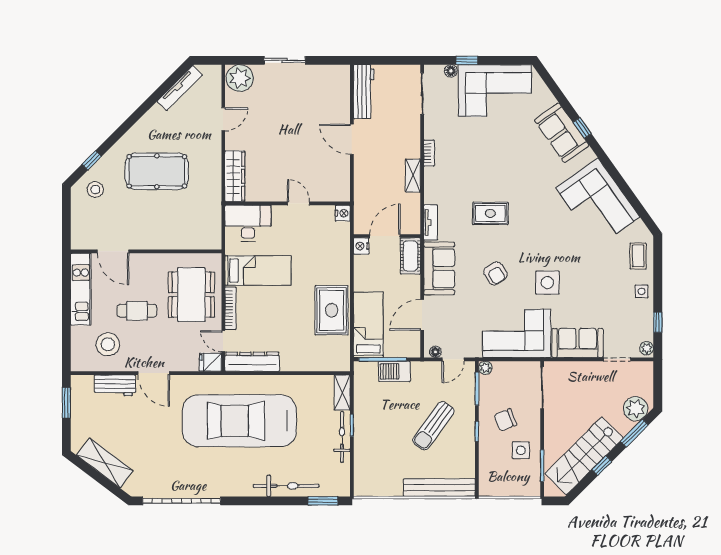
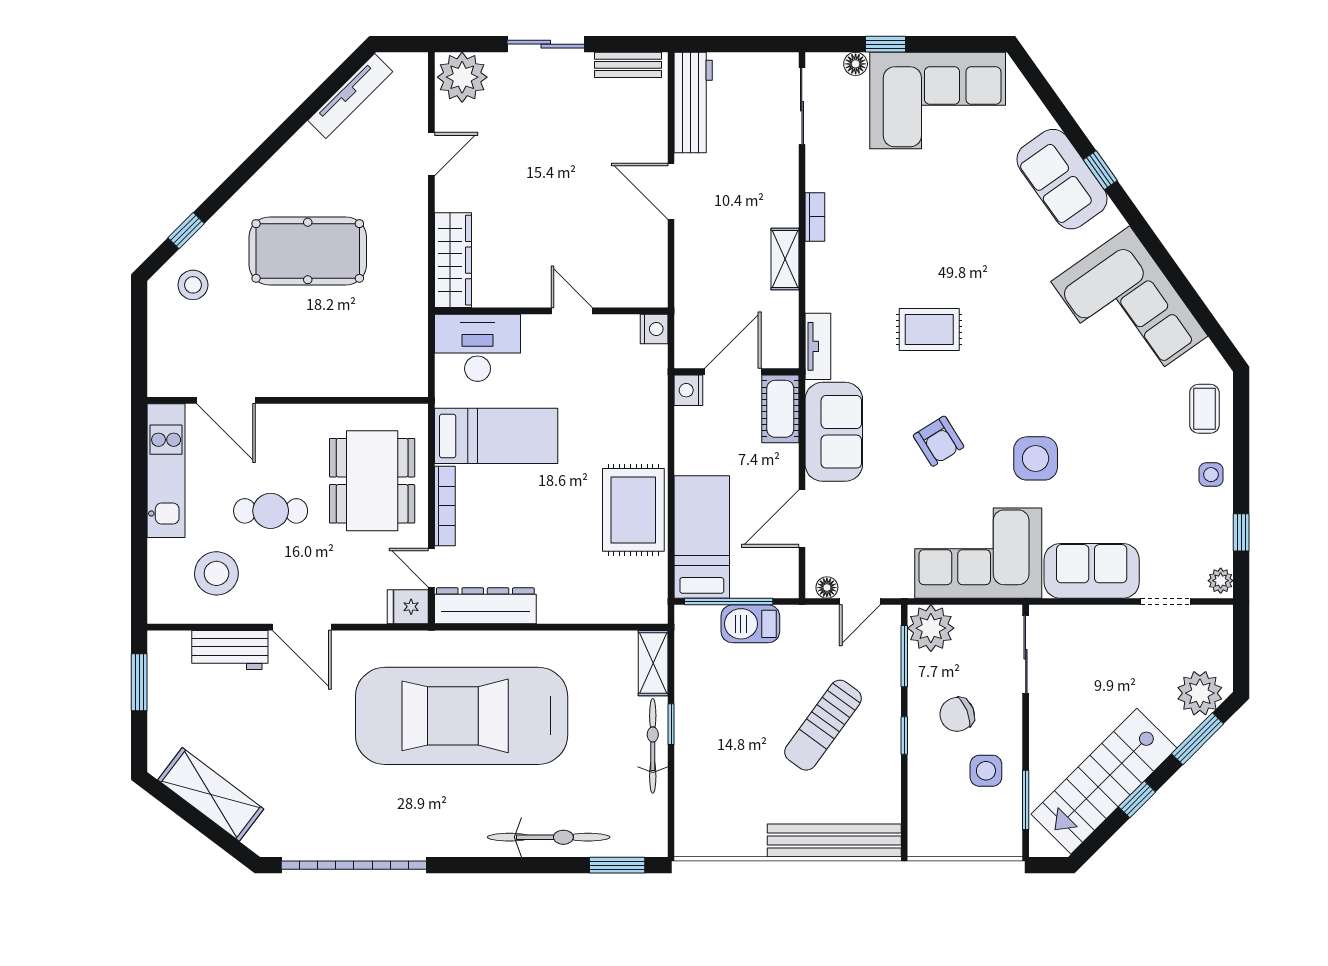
bench: (329, 71) -> (628, 65), added
plant: (485, 368) -> (931, 628), width x1.88, depth x1.88

